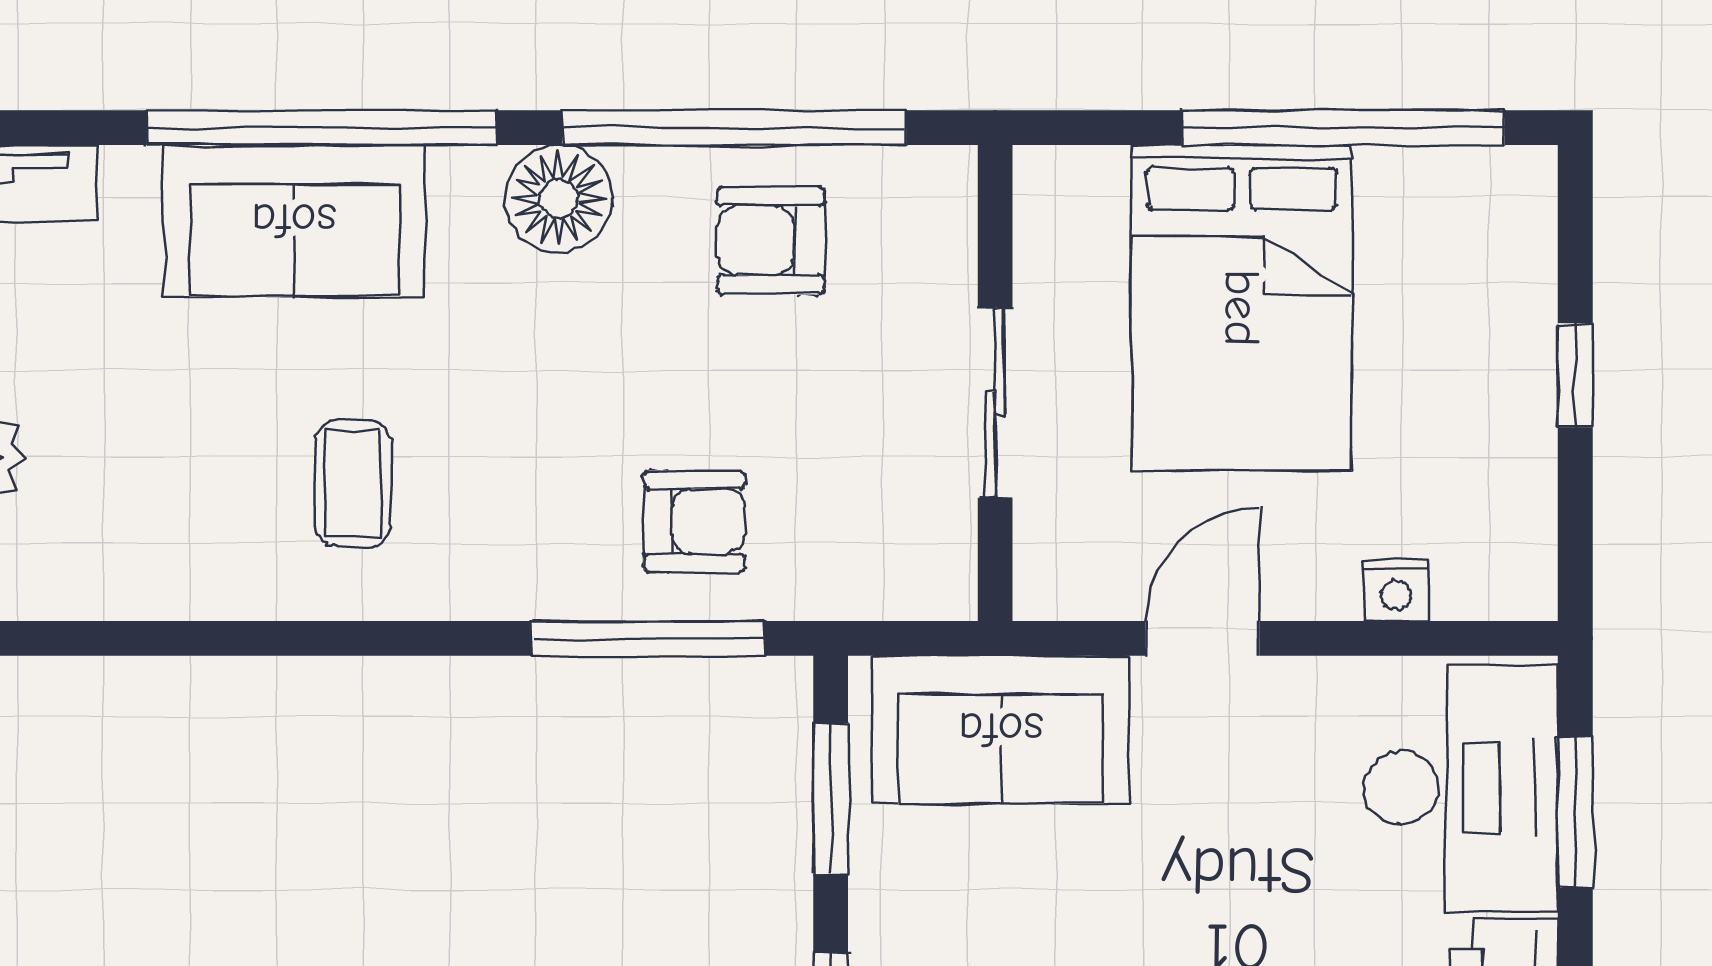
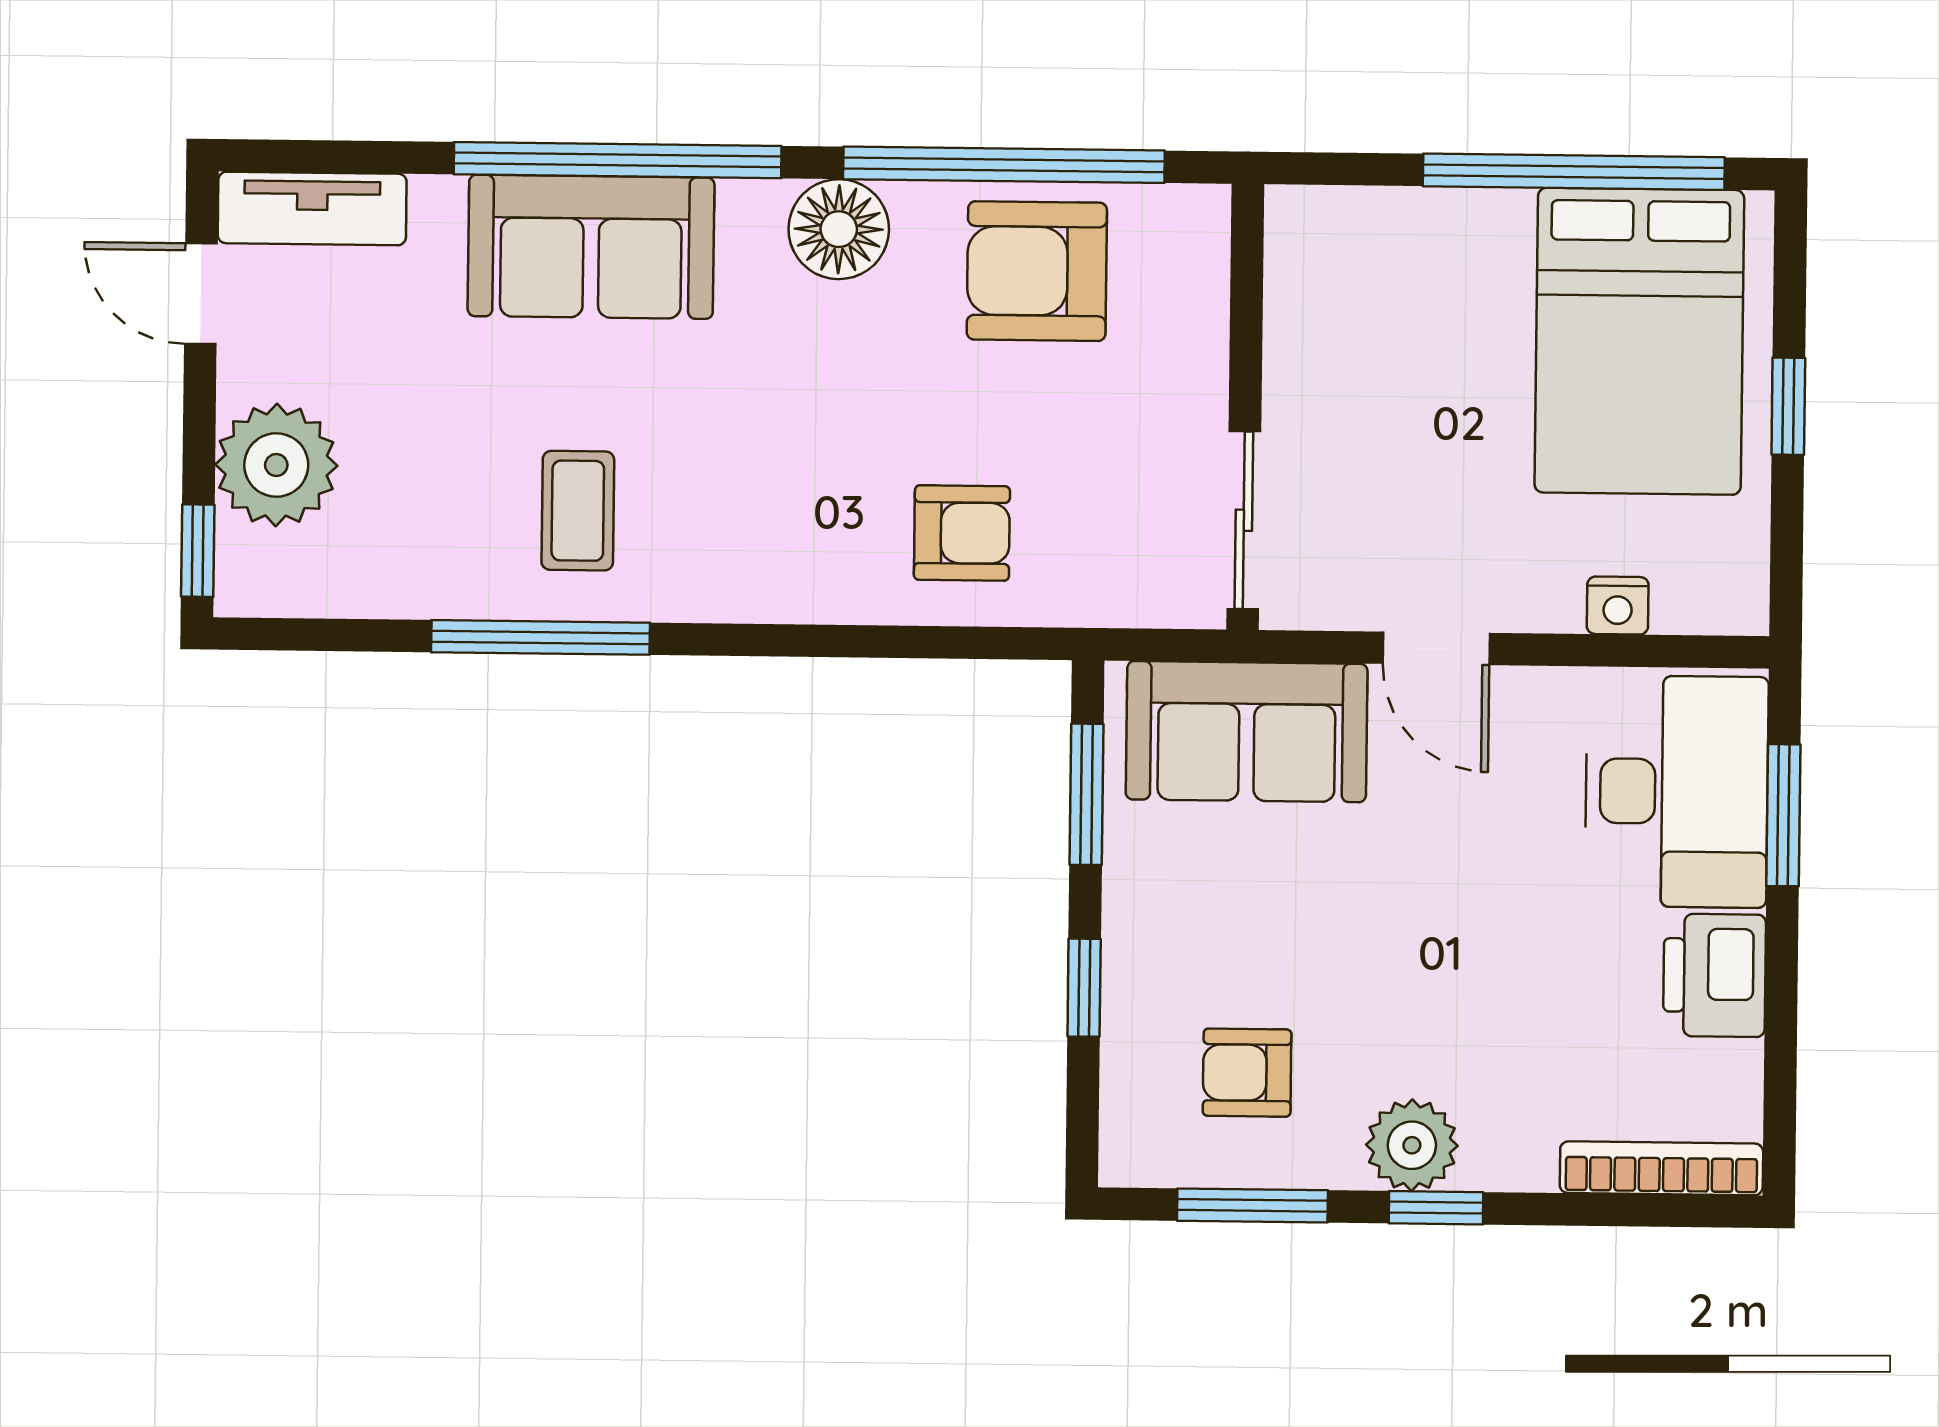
armchair: (771, 241) -> (1037, 271), width x1.38, depth x1.38
bed: (1242, 308) -> (1639, 341), moved
sliding door: (995, 403) -> (1244, 520), moved
coffee table: (353, 484) -> (578, 511), moved
window: (648, 638) -> (541, 637), moved
door: (1202, 638) -> (1436, 648), swing flipped

